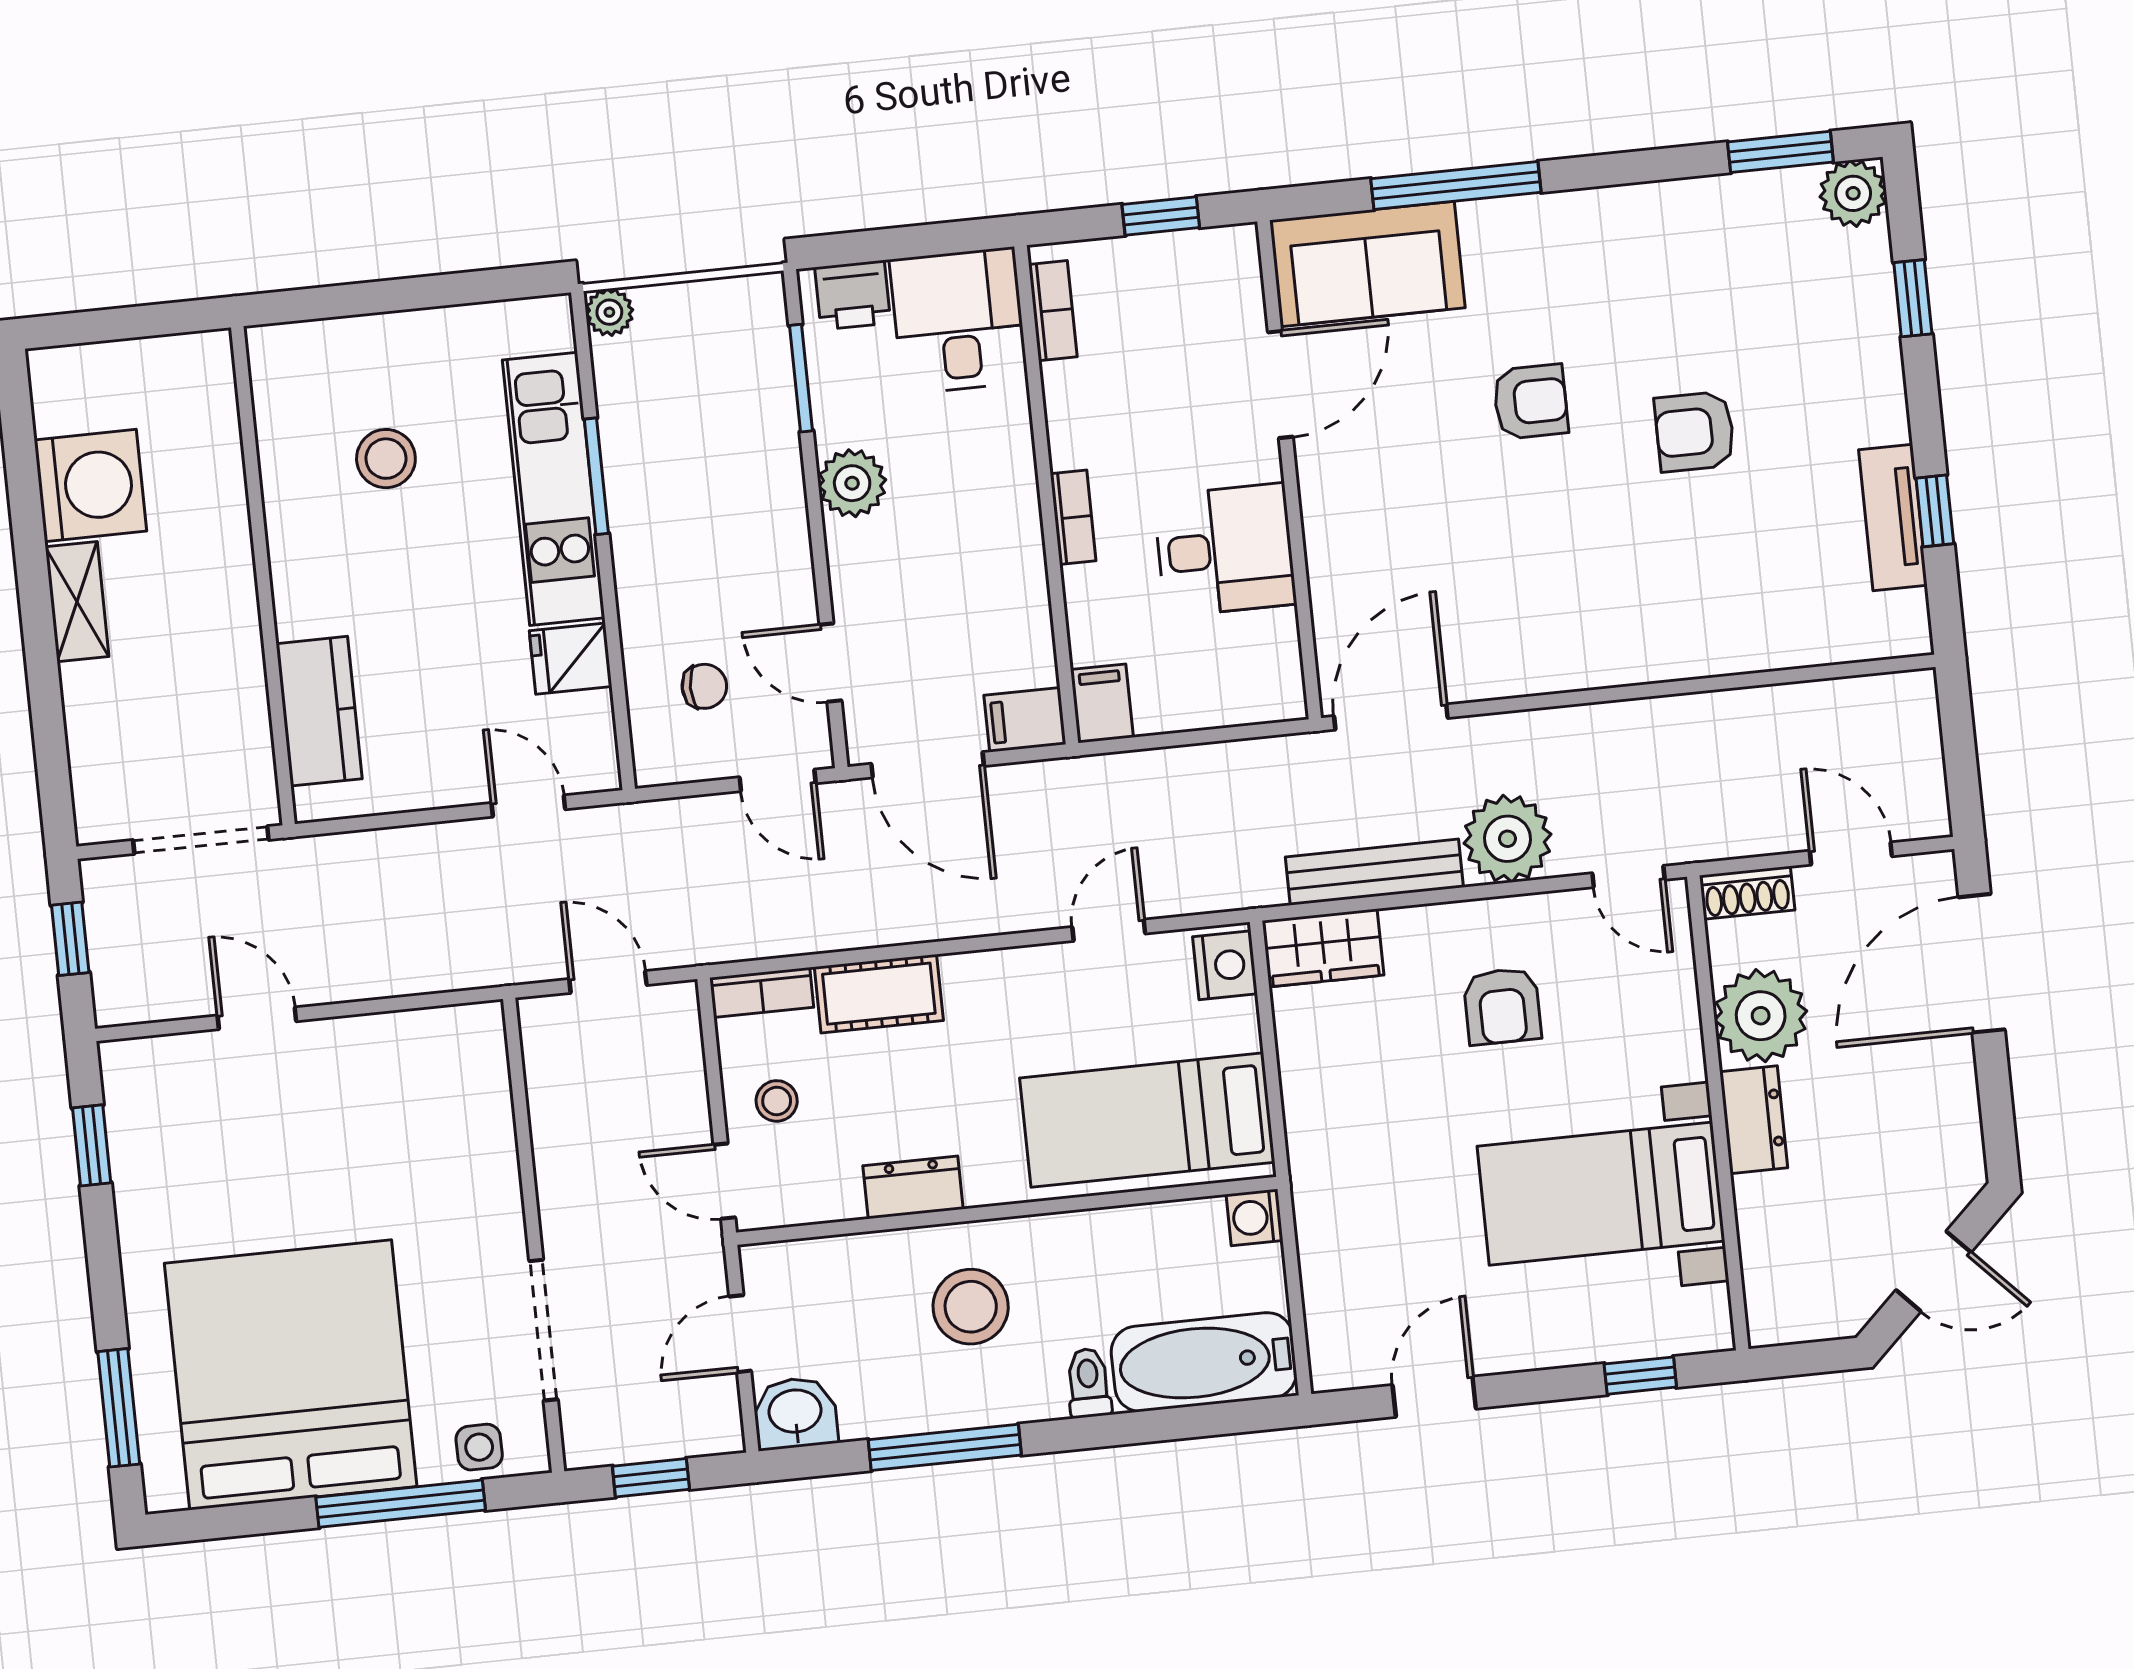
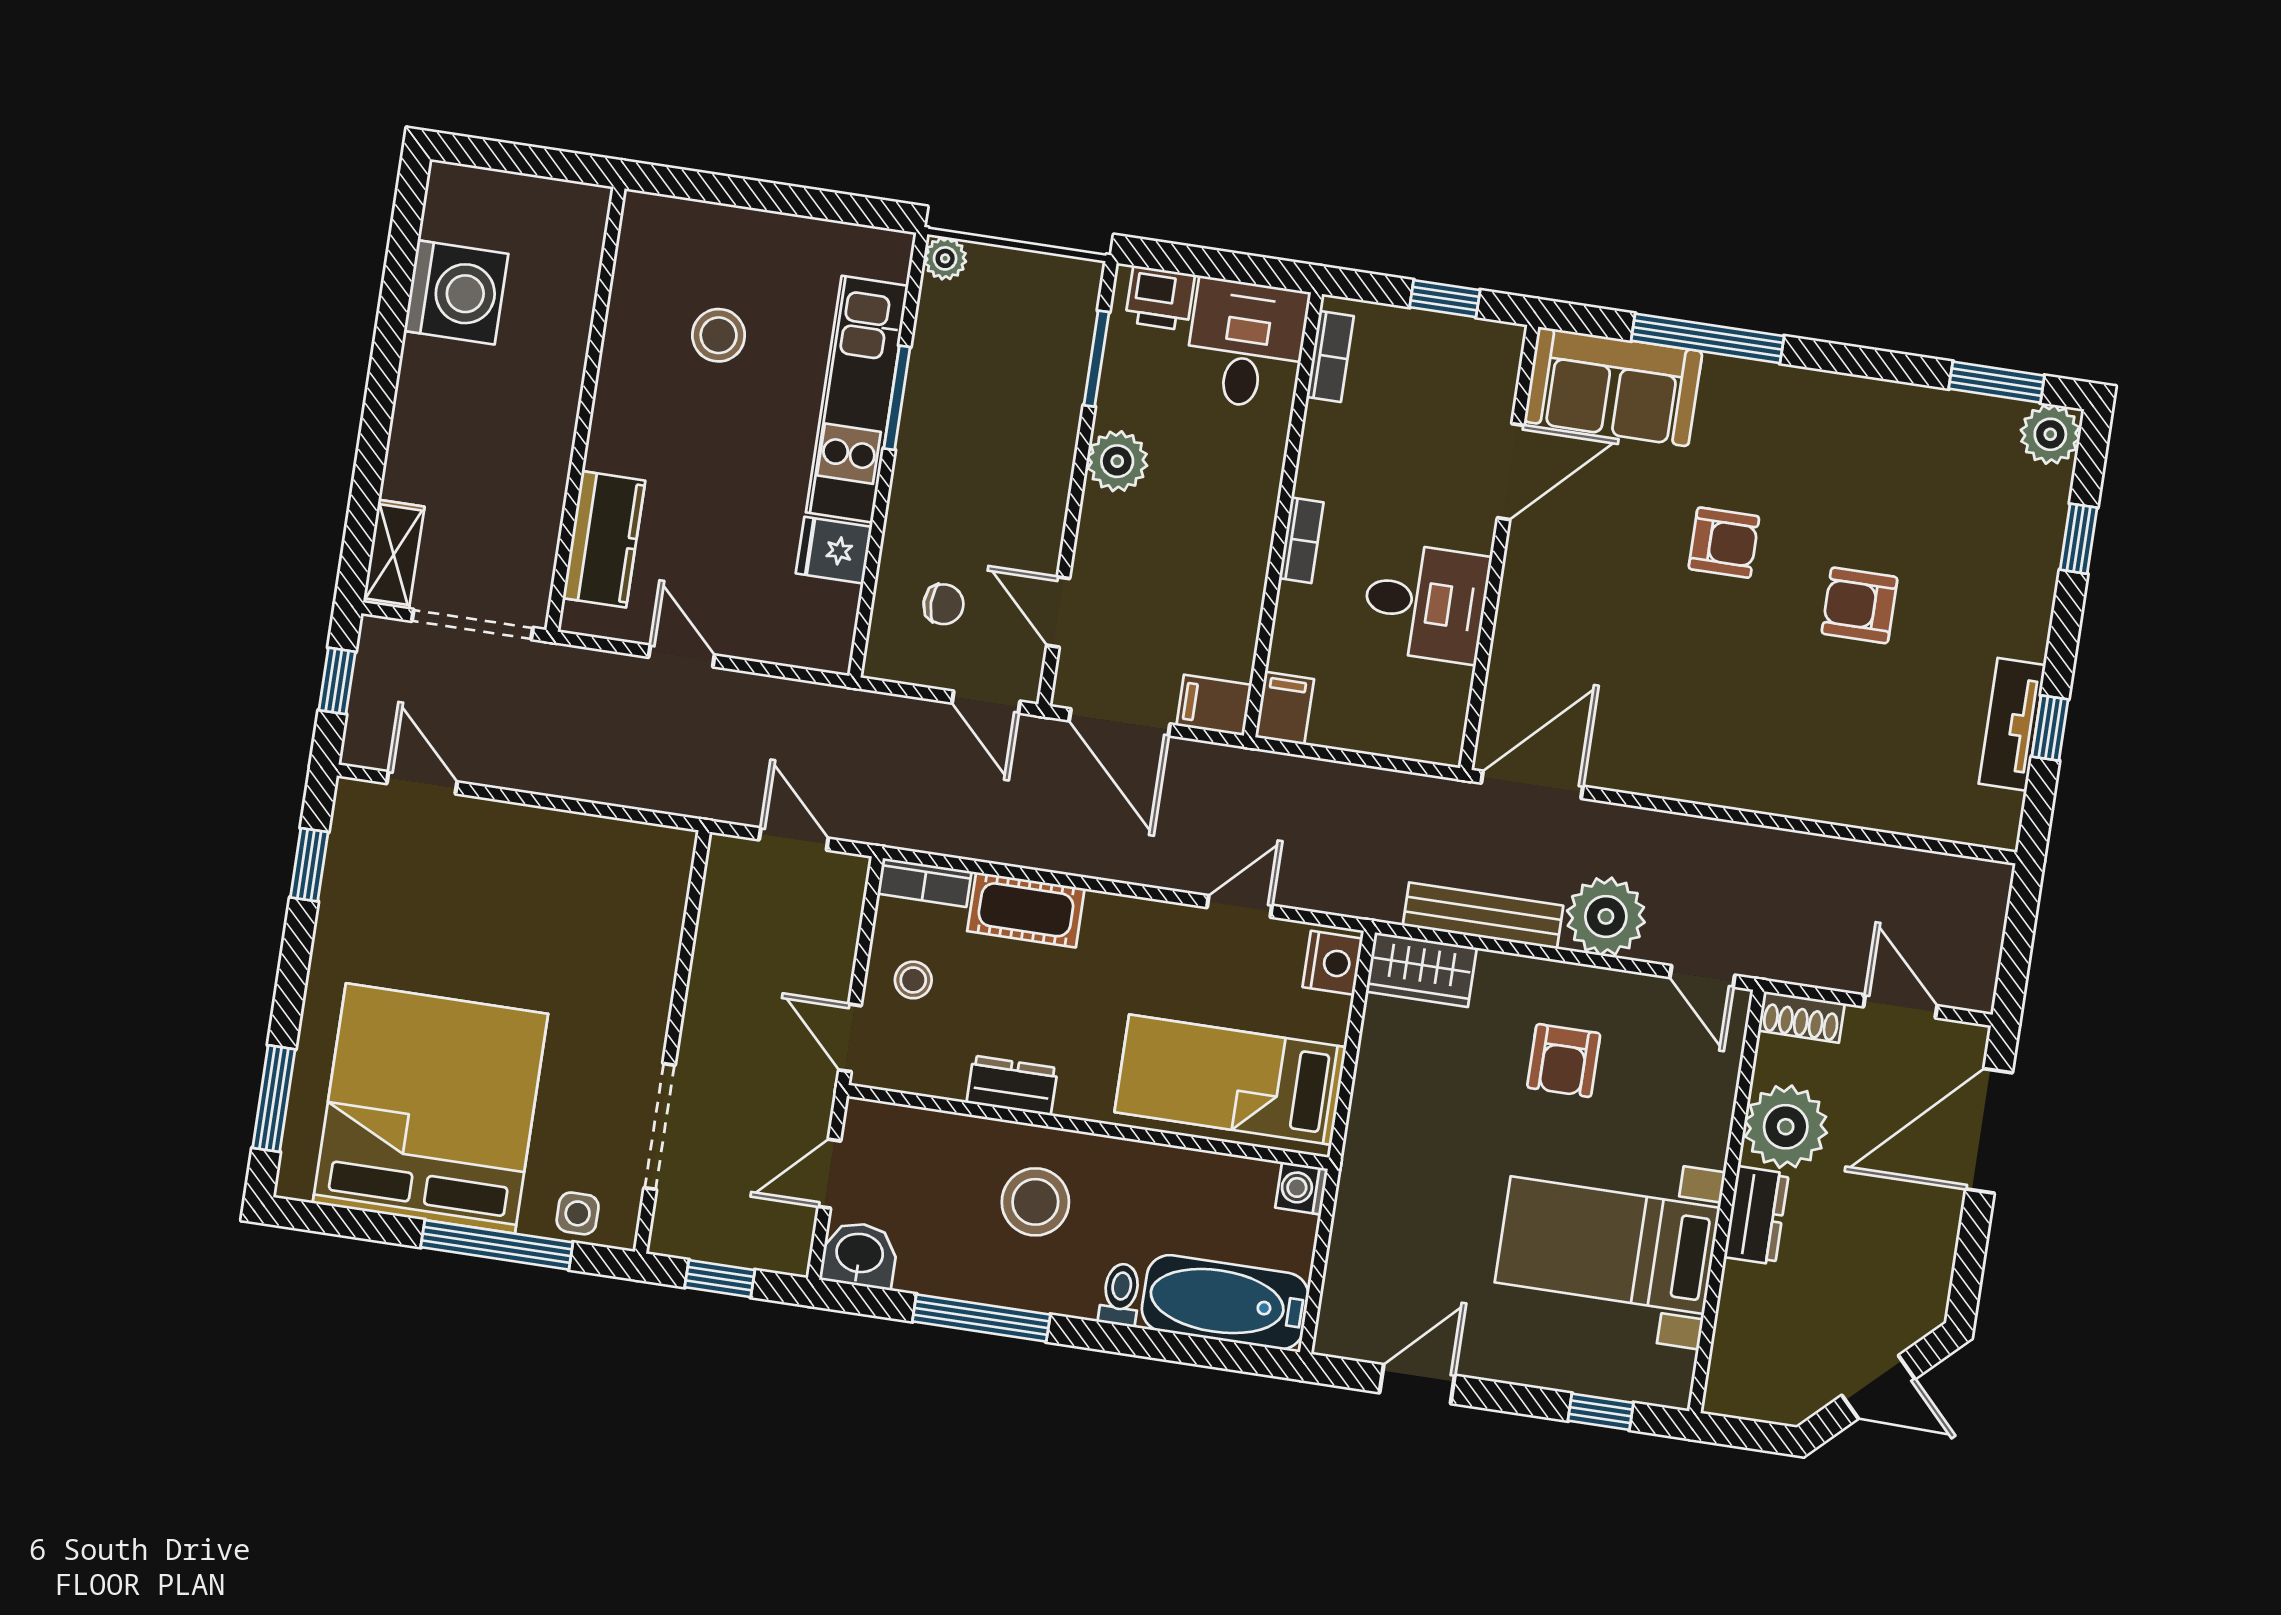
shelving: (77, 602) -> (394, 555), moved
door: (528, 806) -> (682, 656), moved
door: (257, 1018) -> (422, 783), moved

